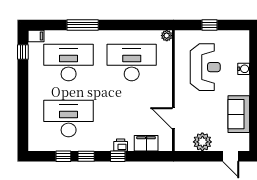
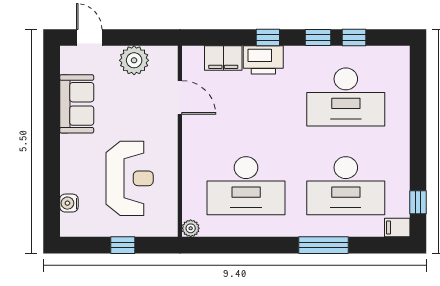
reception desk: (205, 67) -> (130, 178), turned 180
water cooler: (244, 69) -> (69, 203), moved
printer: (121, 145) -> (263, 60), width x1.87, depth x1.48

